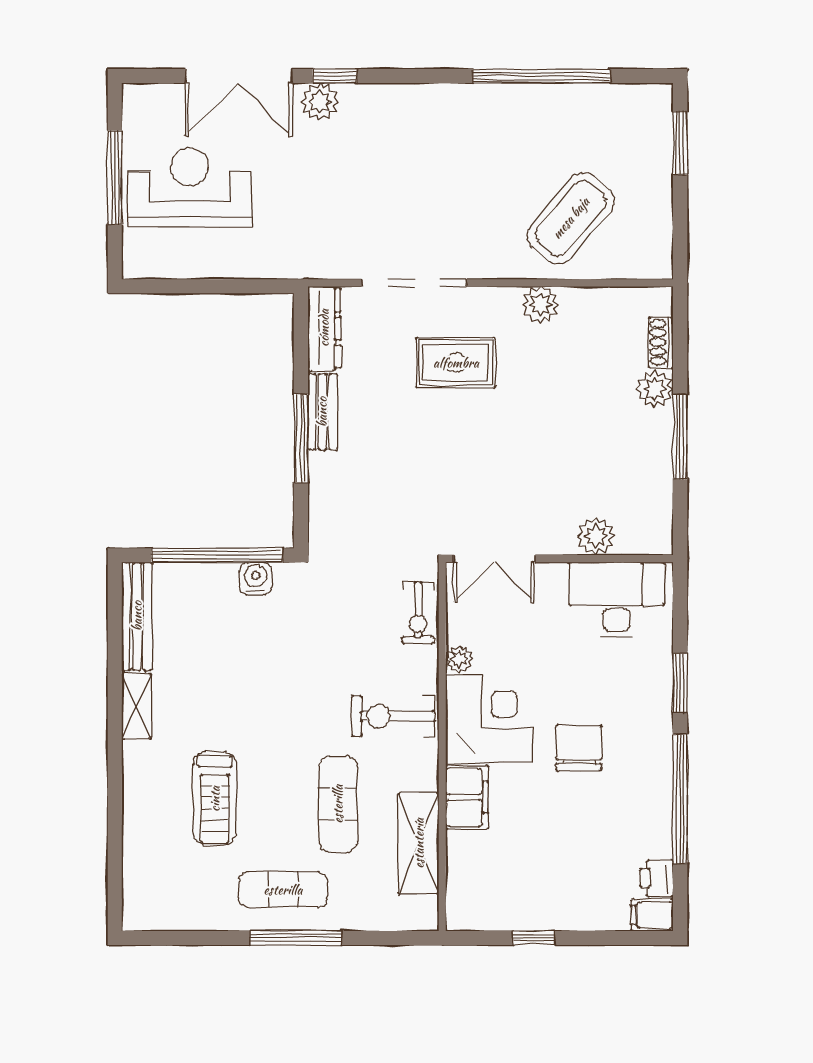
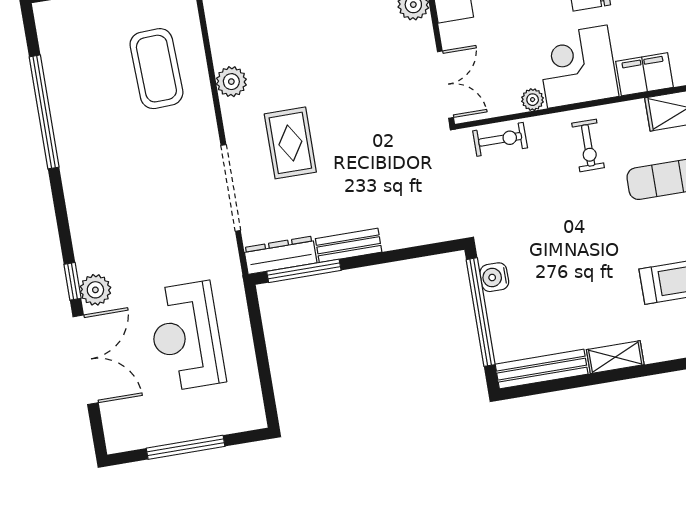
reception desk: (190, 187) -> (186, 336), moved
coffee table: (571, 218) -> (156, 69), turned 48
window: (301, 438) -> (304, 271), moved
exercise bike: (393, 716) -> (588, 145), width x0.73, depth x0.72

